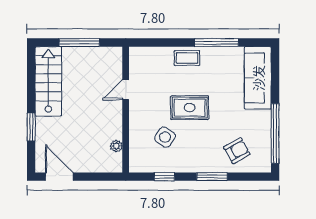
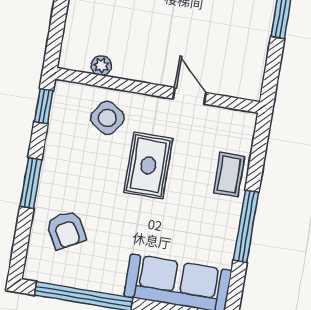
door: (126, 90) -> (189, 96), moved
wall: (126, 110) -> (158, 90), moved
plant: (116, 146) -> (101, 66), moved

